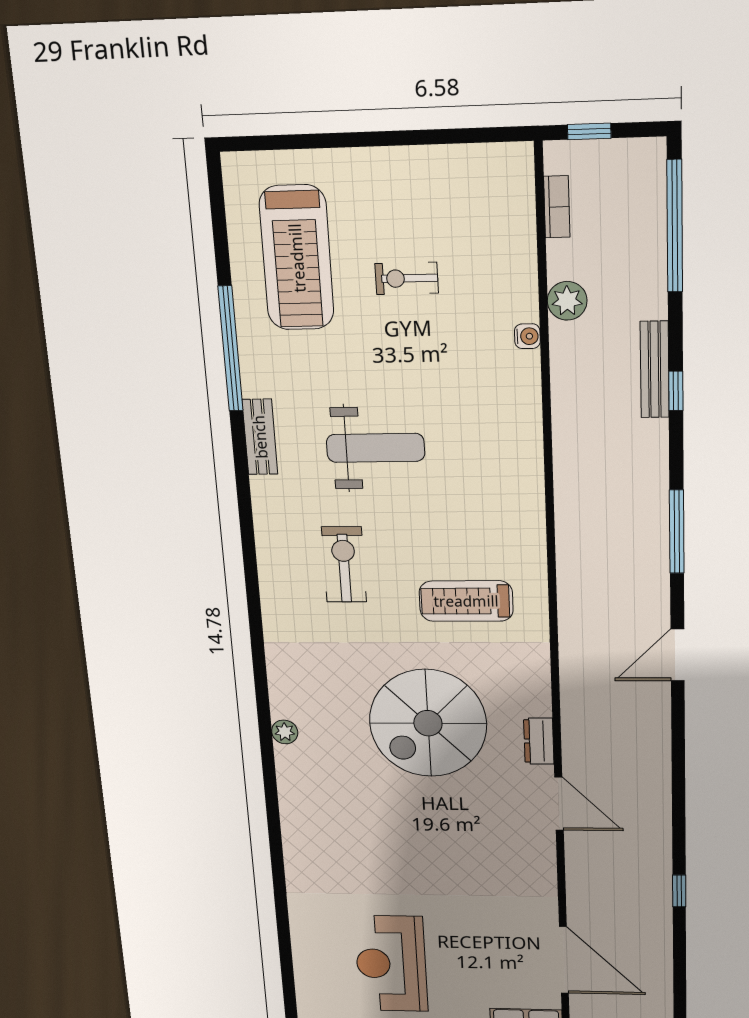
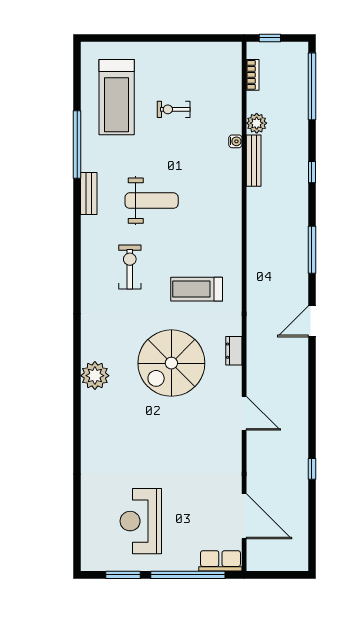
bench: (655, 370) -> (254, 161), moved
plant: (285, 732) -> (95, 376), width x1.87, depth x1.87
dresser: (539, 741) -> (234, 351), moved

